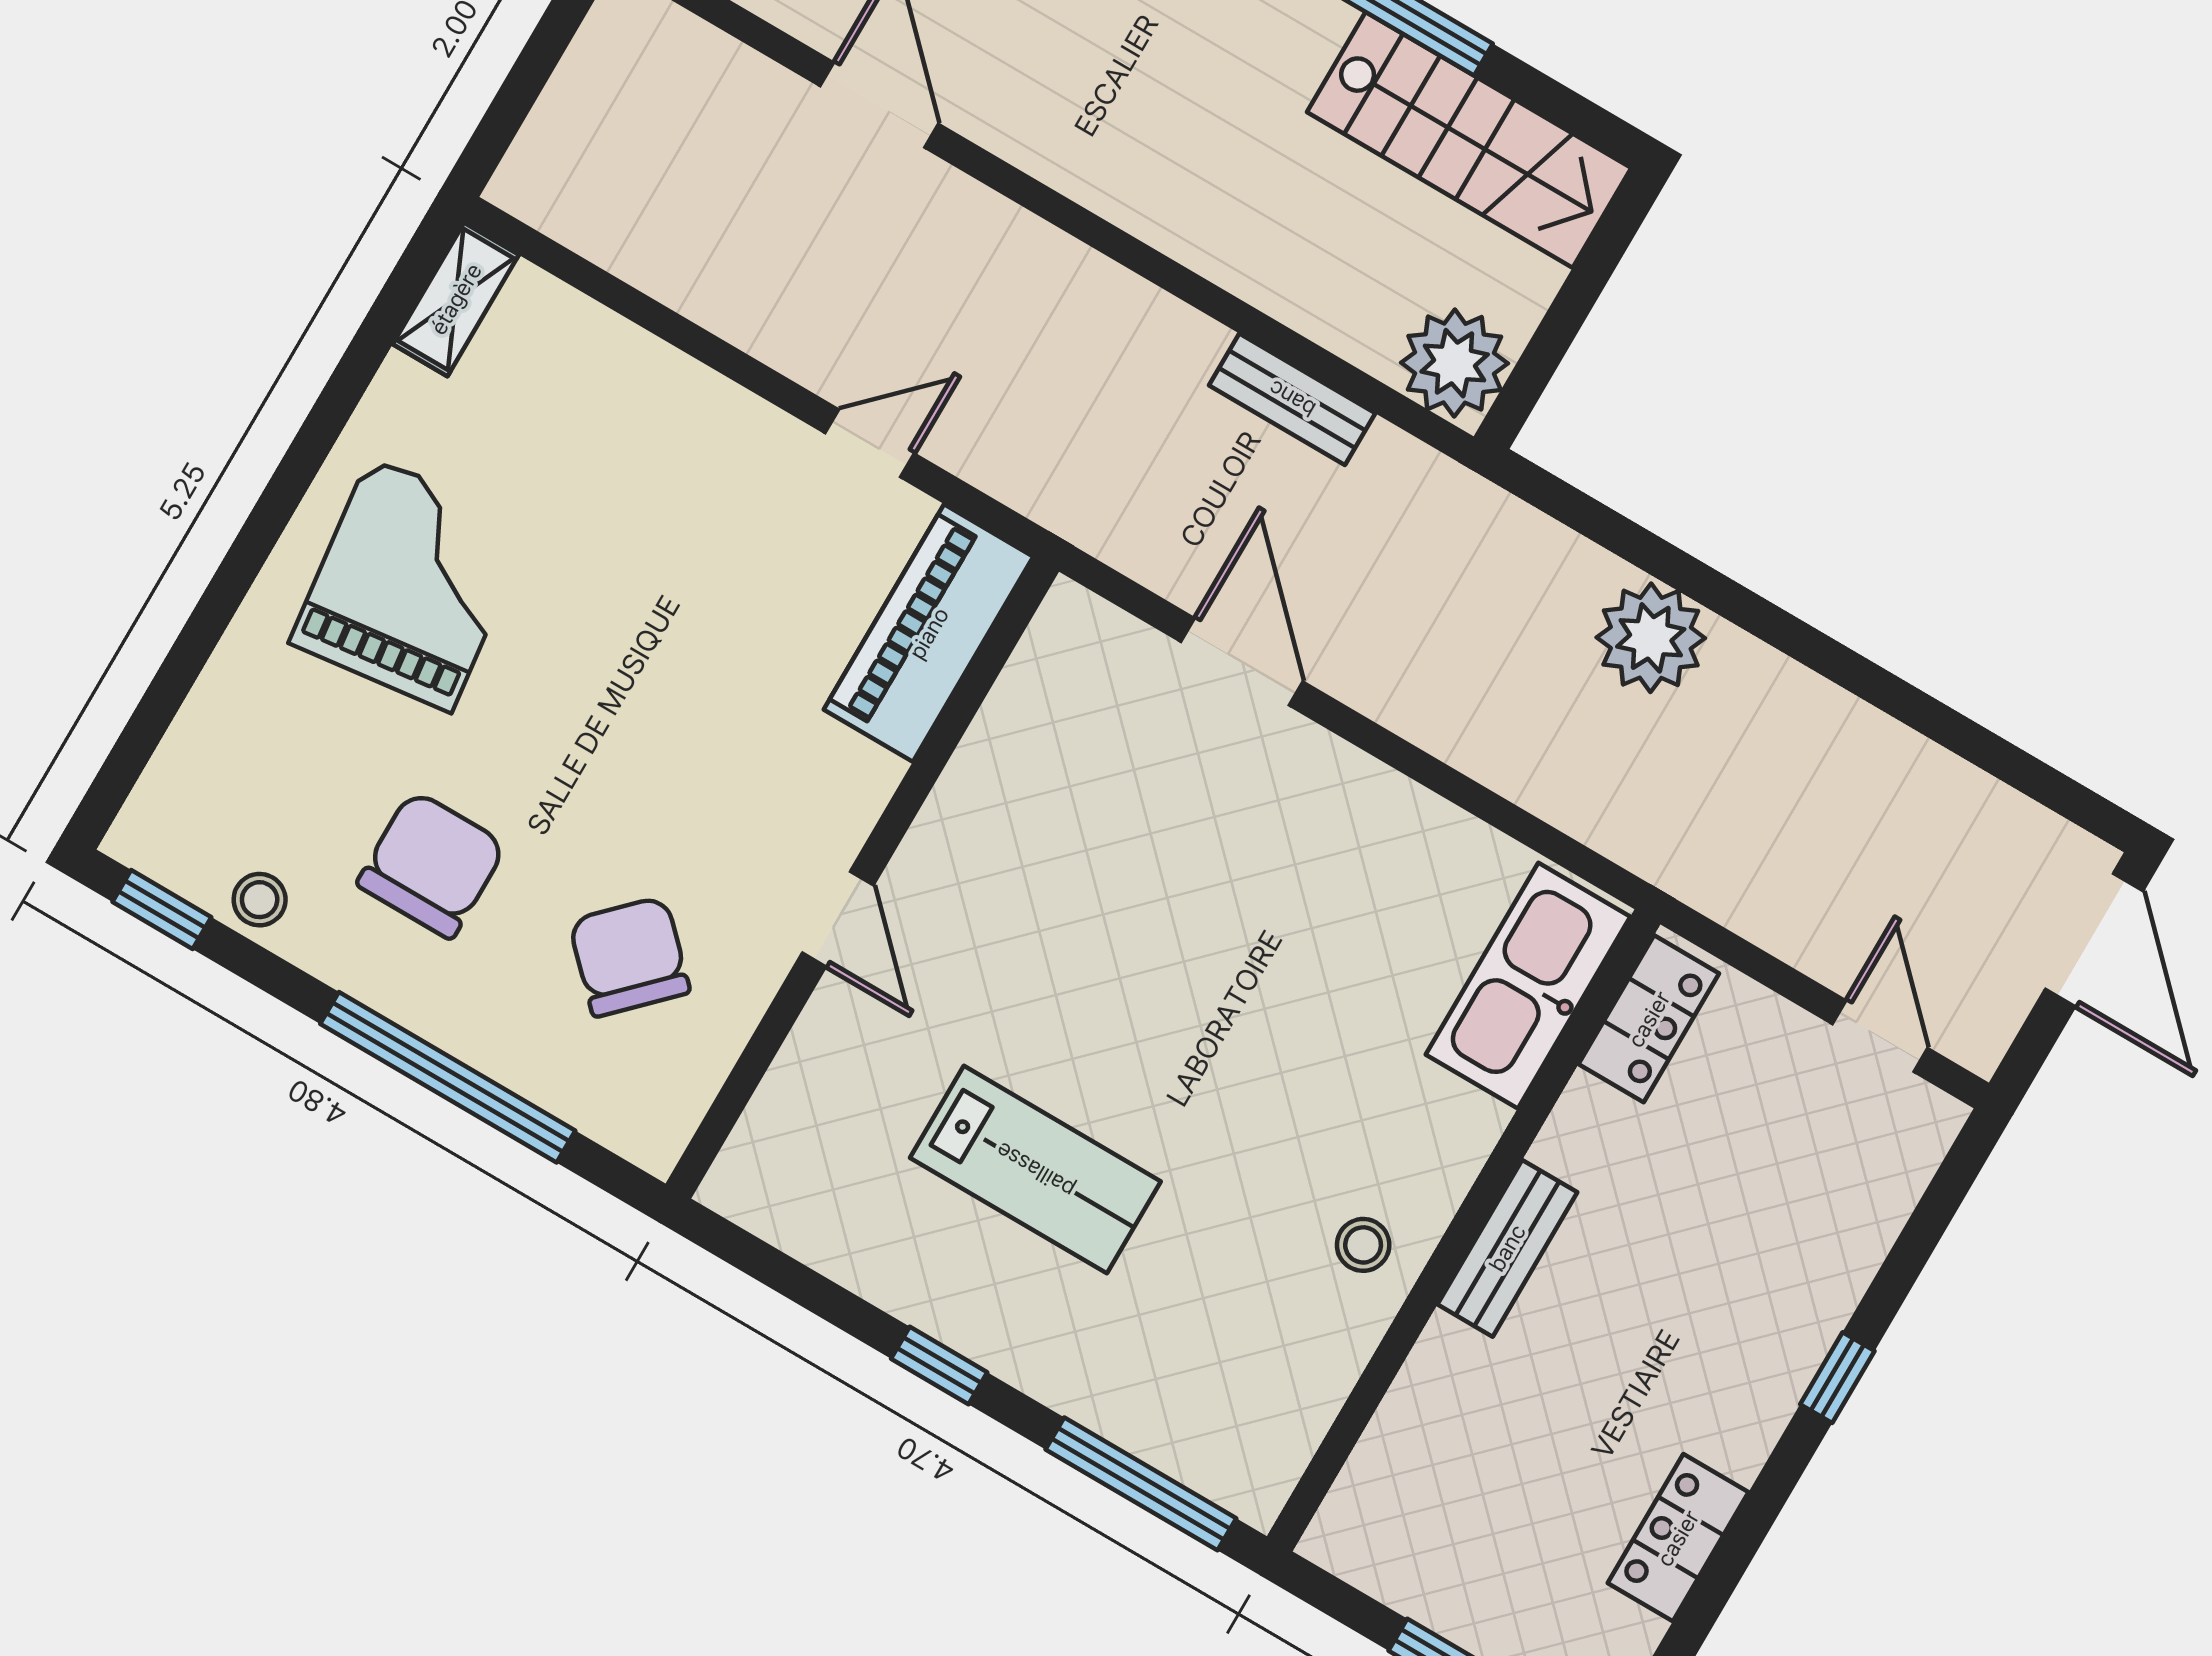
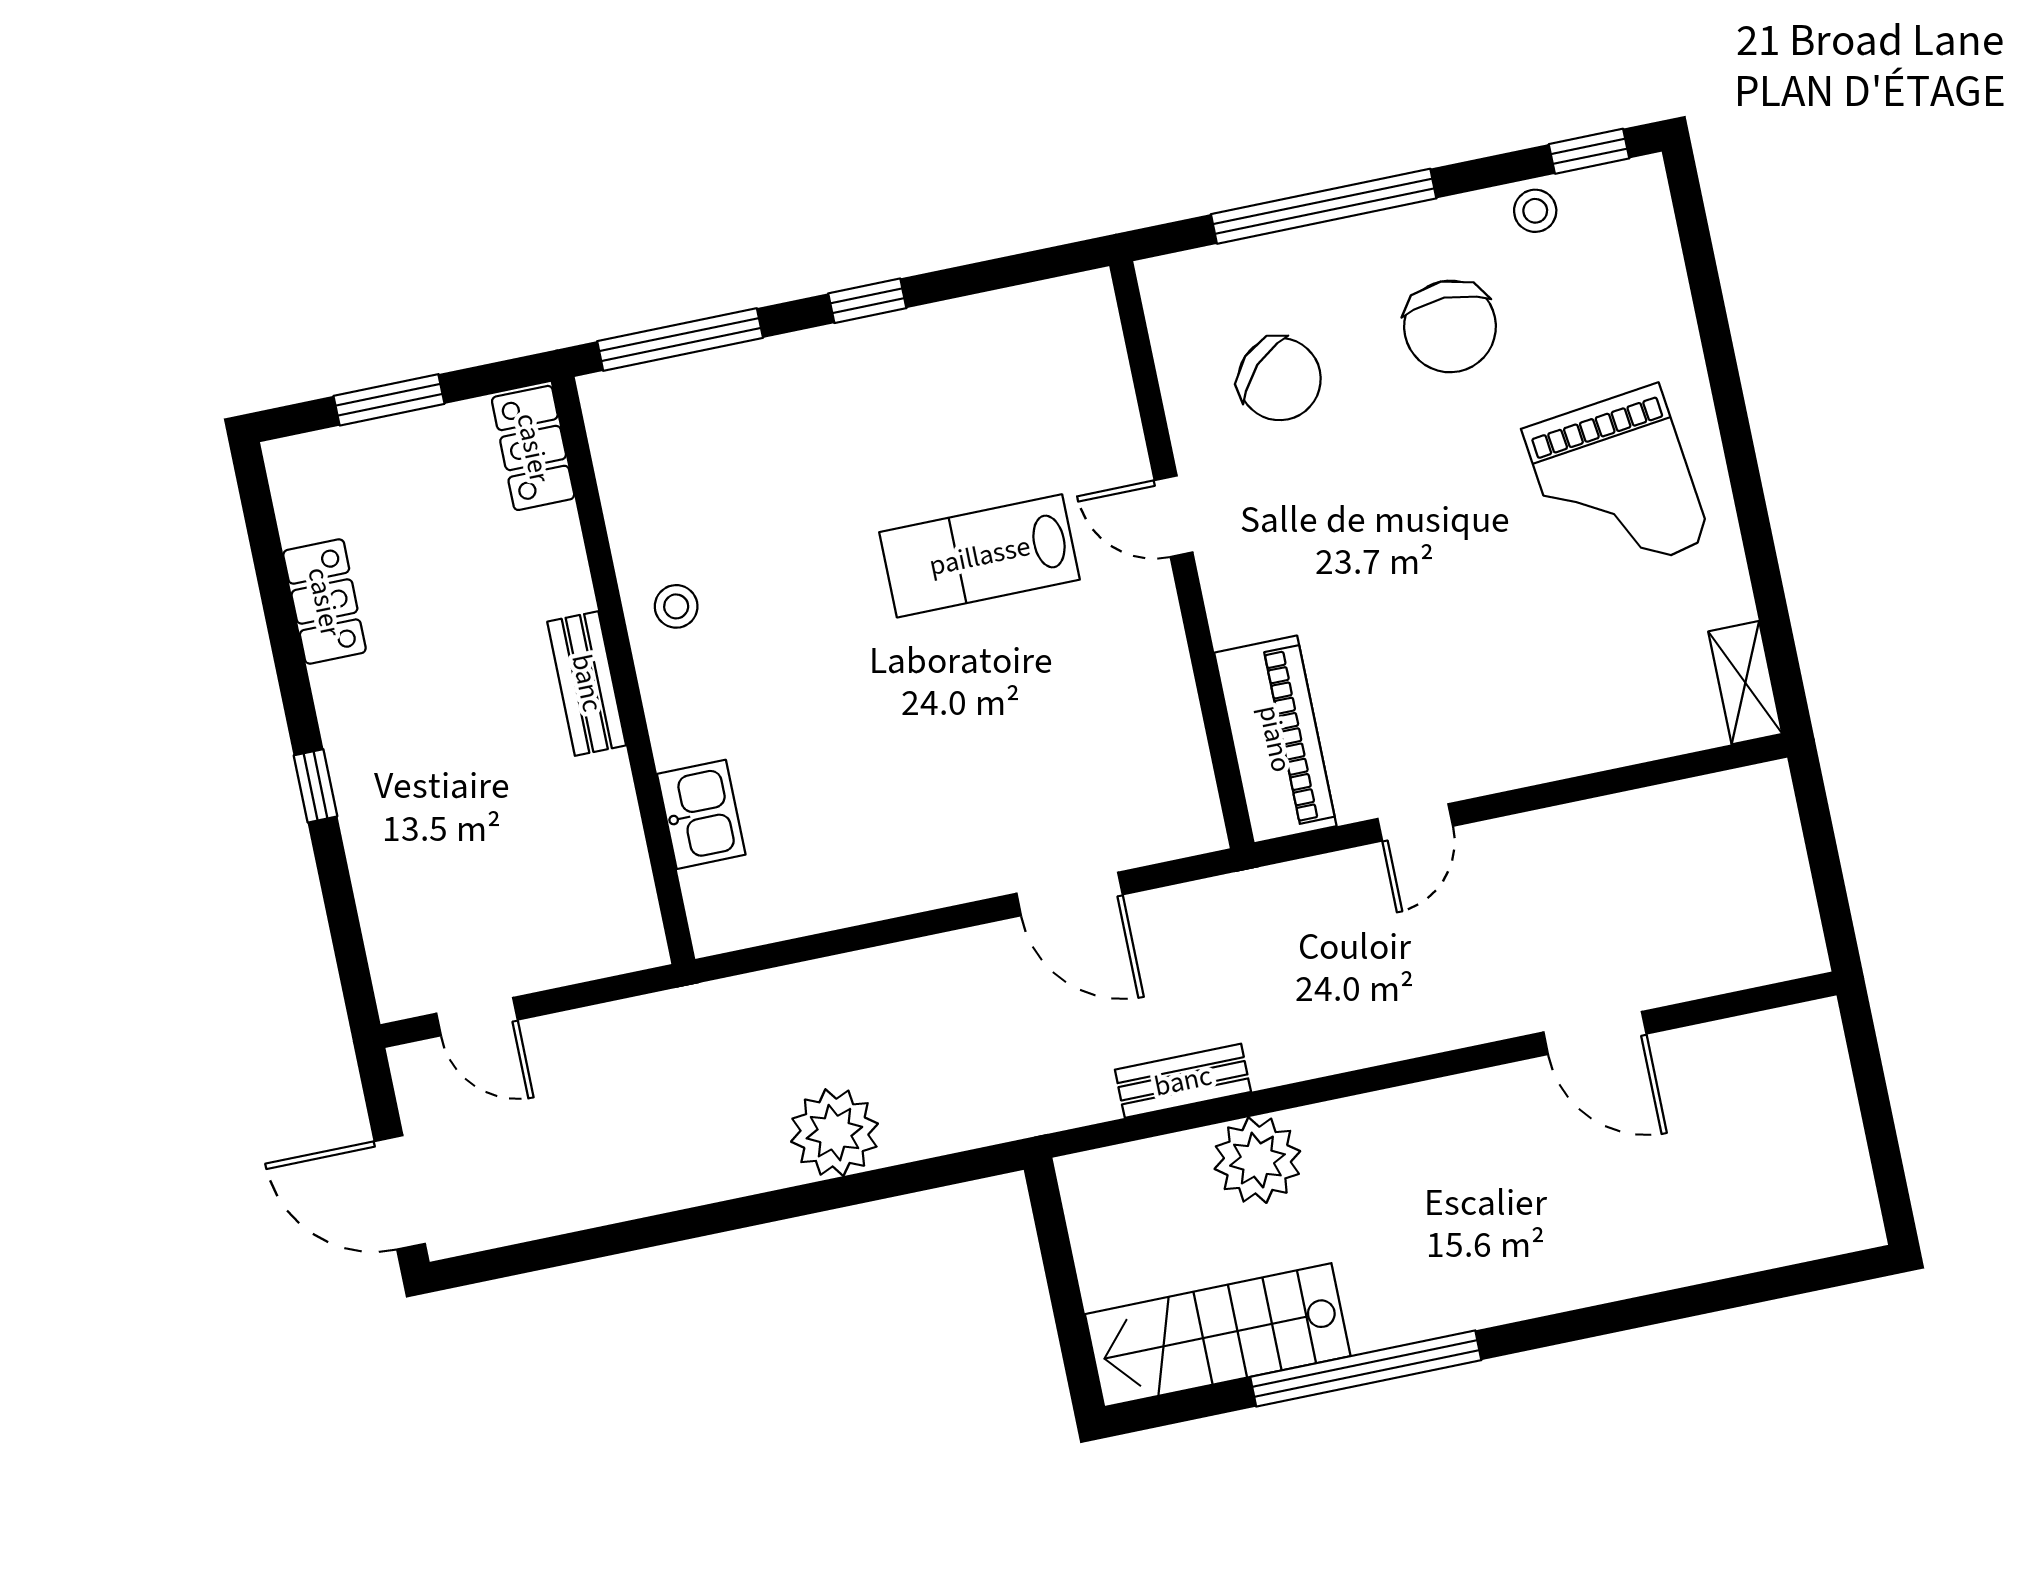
plant: (1455, 363) -> (1257, 1160), moved
kitchen sink: (1528, 986) -> (701, 814), width x0.53, depth x0.81
locker: (1649, 1019) -> (533, 448), moved
lab bench: (1035, 1170) -> (980, 556), moved

